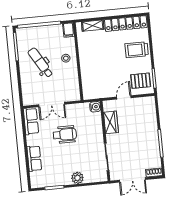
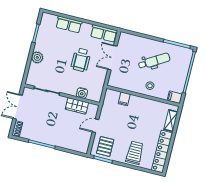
filing cabinet: (88, 79) -> (124, 99), added
door: (124, 97) -> (95, 126), swing flipped
water cooler: (95, 107) -> (82, 93), moved

